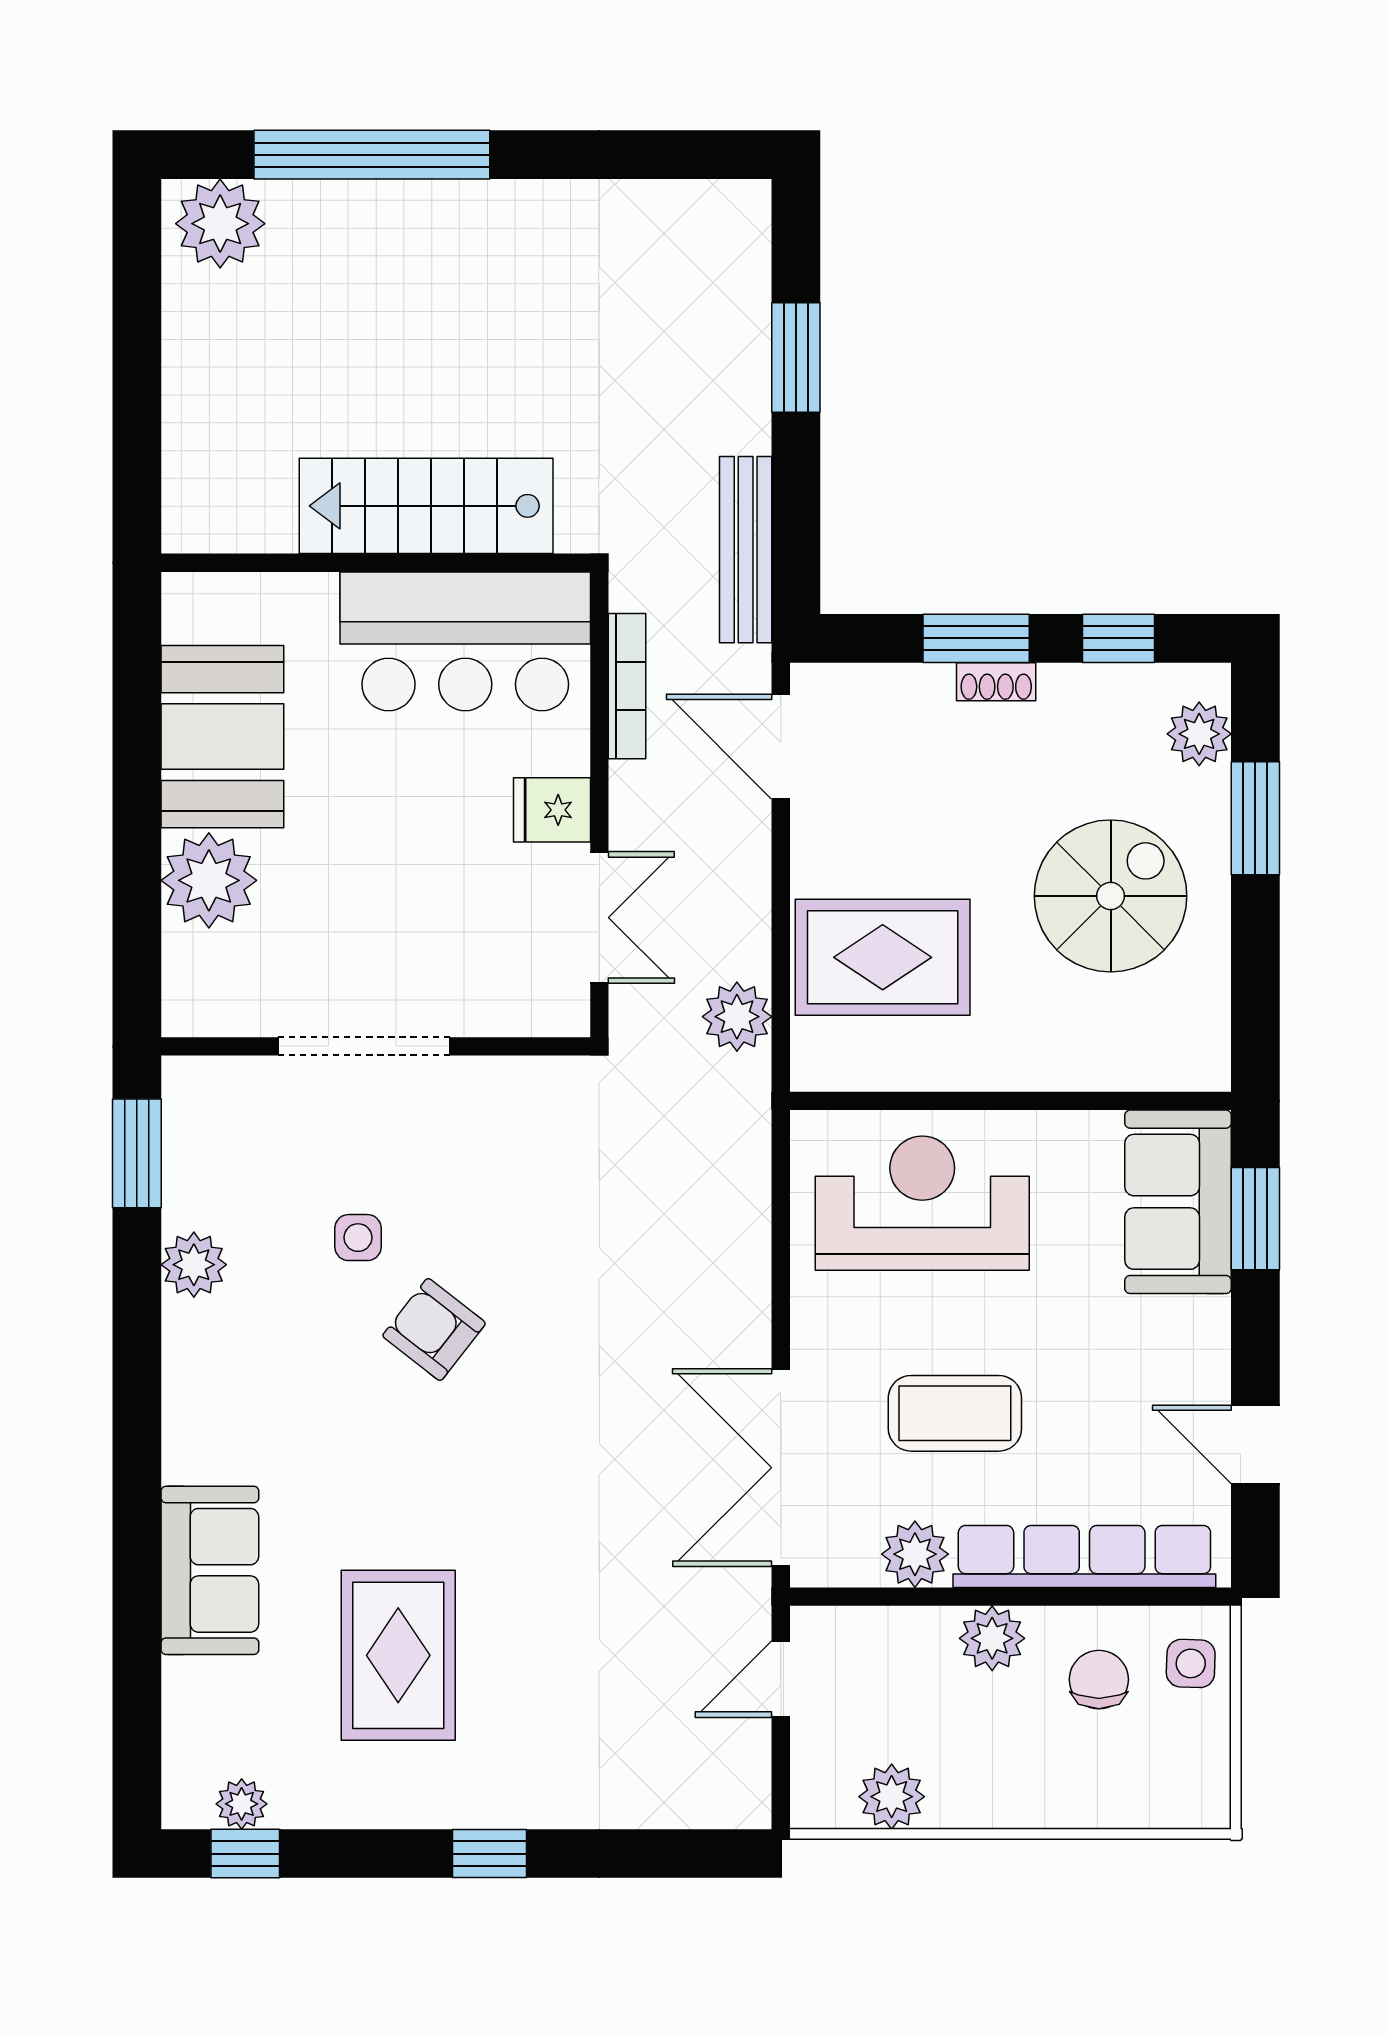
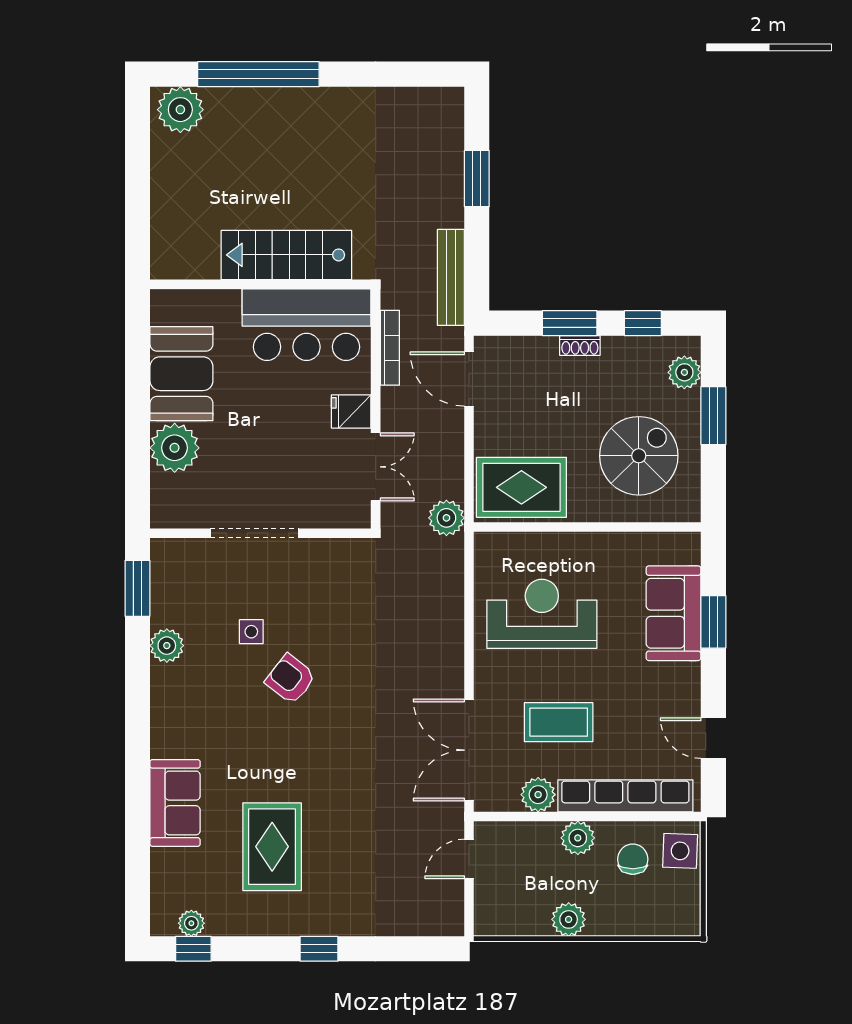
wall: (1011, 1101) -> (587, 527), moved
side table: (1191, 1663) -> (680, 851), width x1.37, depth x1.37
plant: (892, 1797) -> (569, 919), moved

